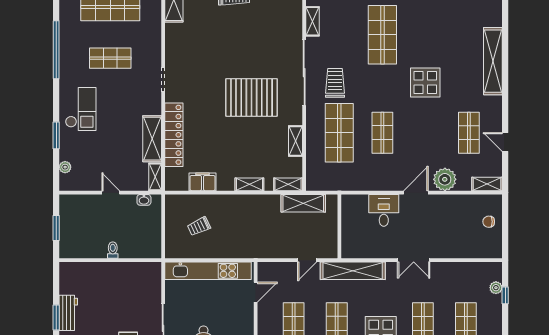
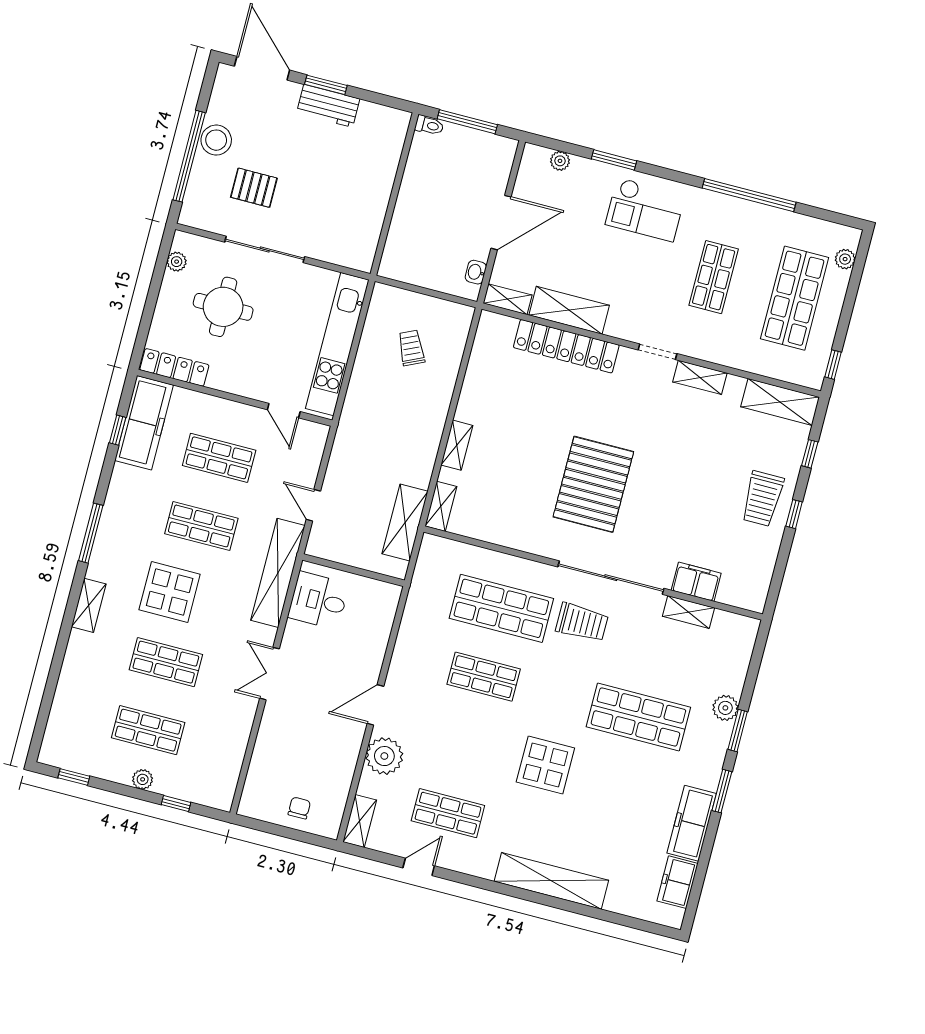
shelving: (295, 141) -> (700, 377), moved
filing cabinet: (202, 182) -> (696, 582), moved, turned -90
door: (111, 193) -> (501, 223), width x1.88
door: (416, 193) -> (375, 705), swing flipped
desk: (384, 210) -> (319, 601), moved, turned 180
window: (56, 228) -> (467, 122), width x1.44
toilet: (113, 250) -> (429, 125), moved
plant: (496, 288) -> (143, 779), moved

